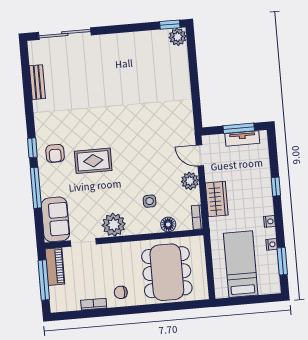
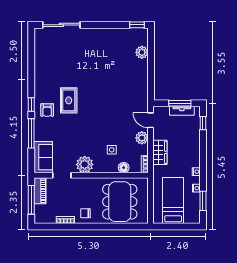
plant: (178, 37) -> (142, 52), moved
bench: (37, 82) -> (39, 58), removed
rug: (93, 161) -> (69, 100), moved, turned 90
window: (276, 187) -> (203, 123), moved

